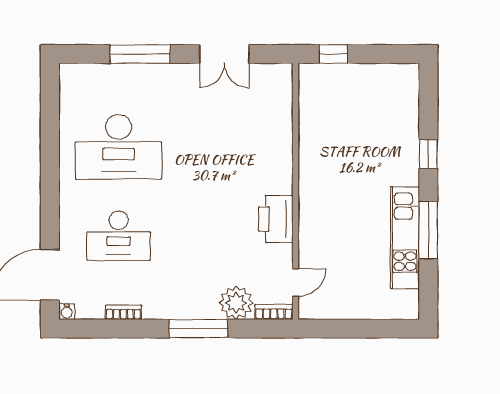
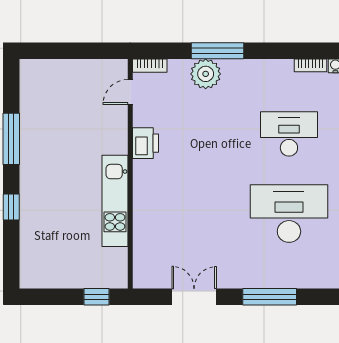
printer: (276, 219) -> (146, 143), width x0.73, depth x0.84
kitchen unit: (405, 238) -> (115, 201), moved, turned 180
plant: (236, 303) -> (206, 74), moved
bookcase: (123, 312) -> (311, 65), moved

